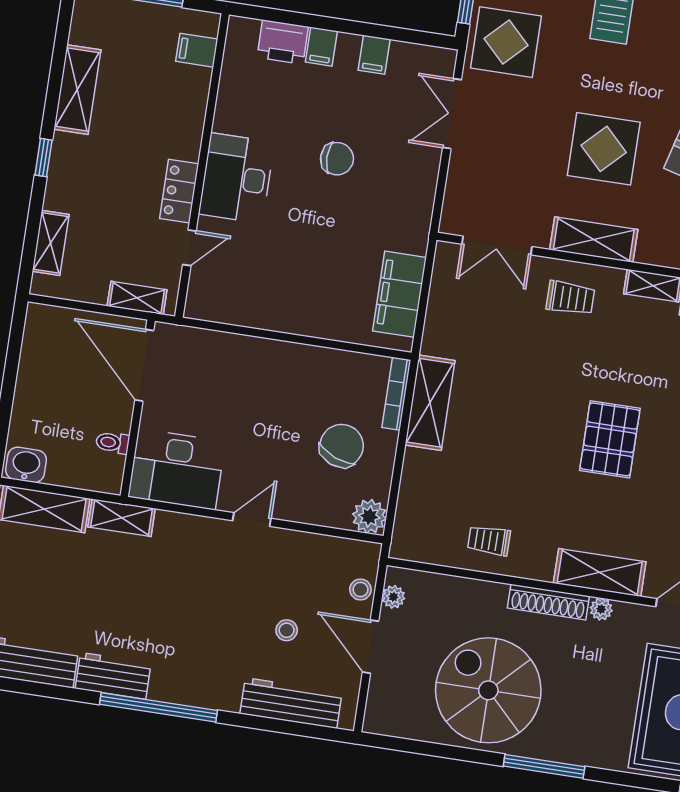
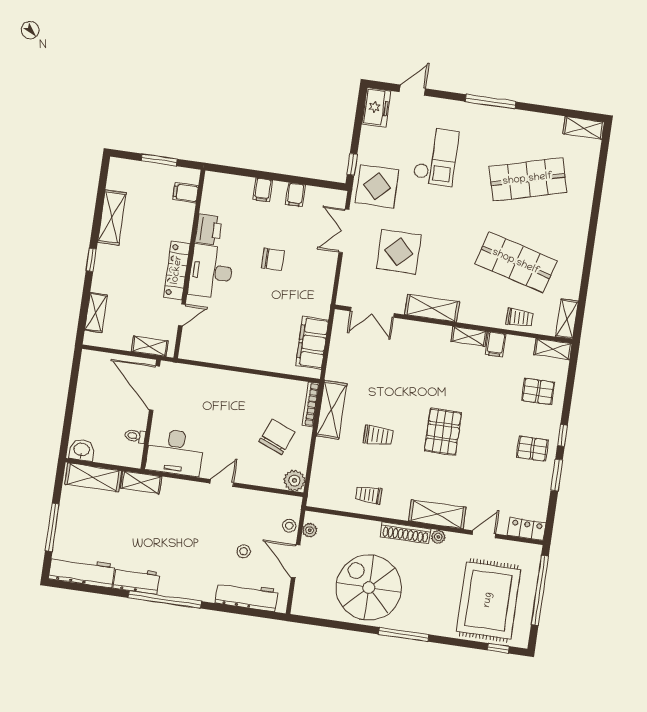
printer: (283, 42) -> (209, 230), moved, turned -90
display table: (604, 149) -> (399, 252), moved
locker: (179, 191) -> (177, 270), width x1.53
trolley: (570, 298) -> (378, 436), moved

